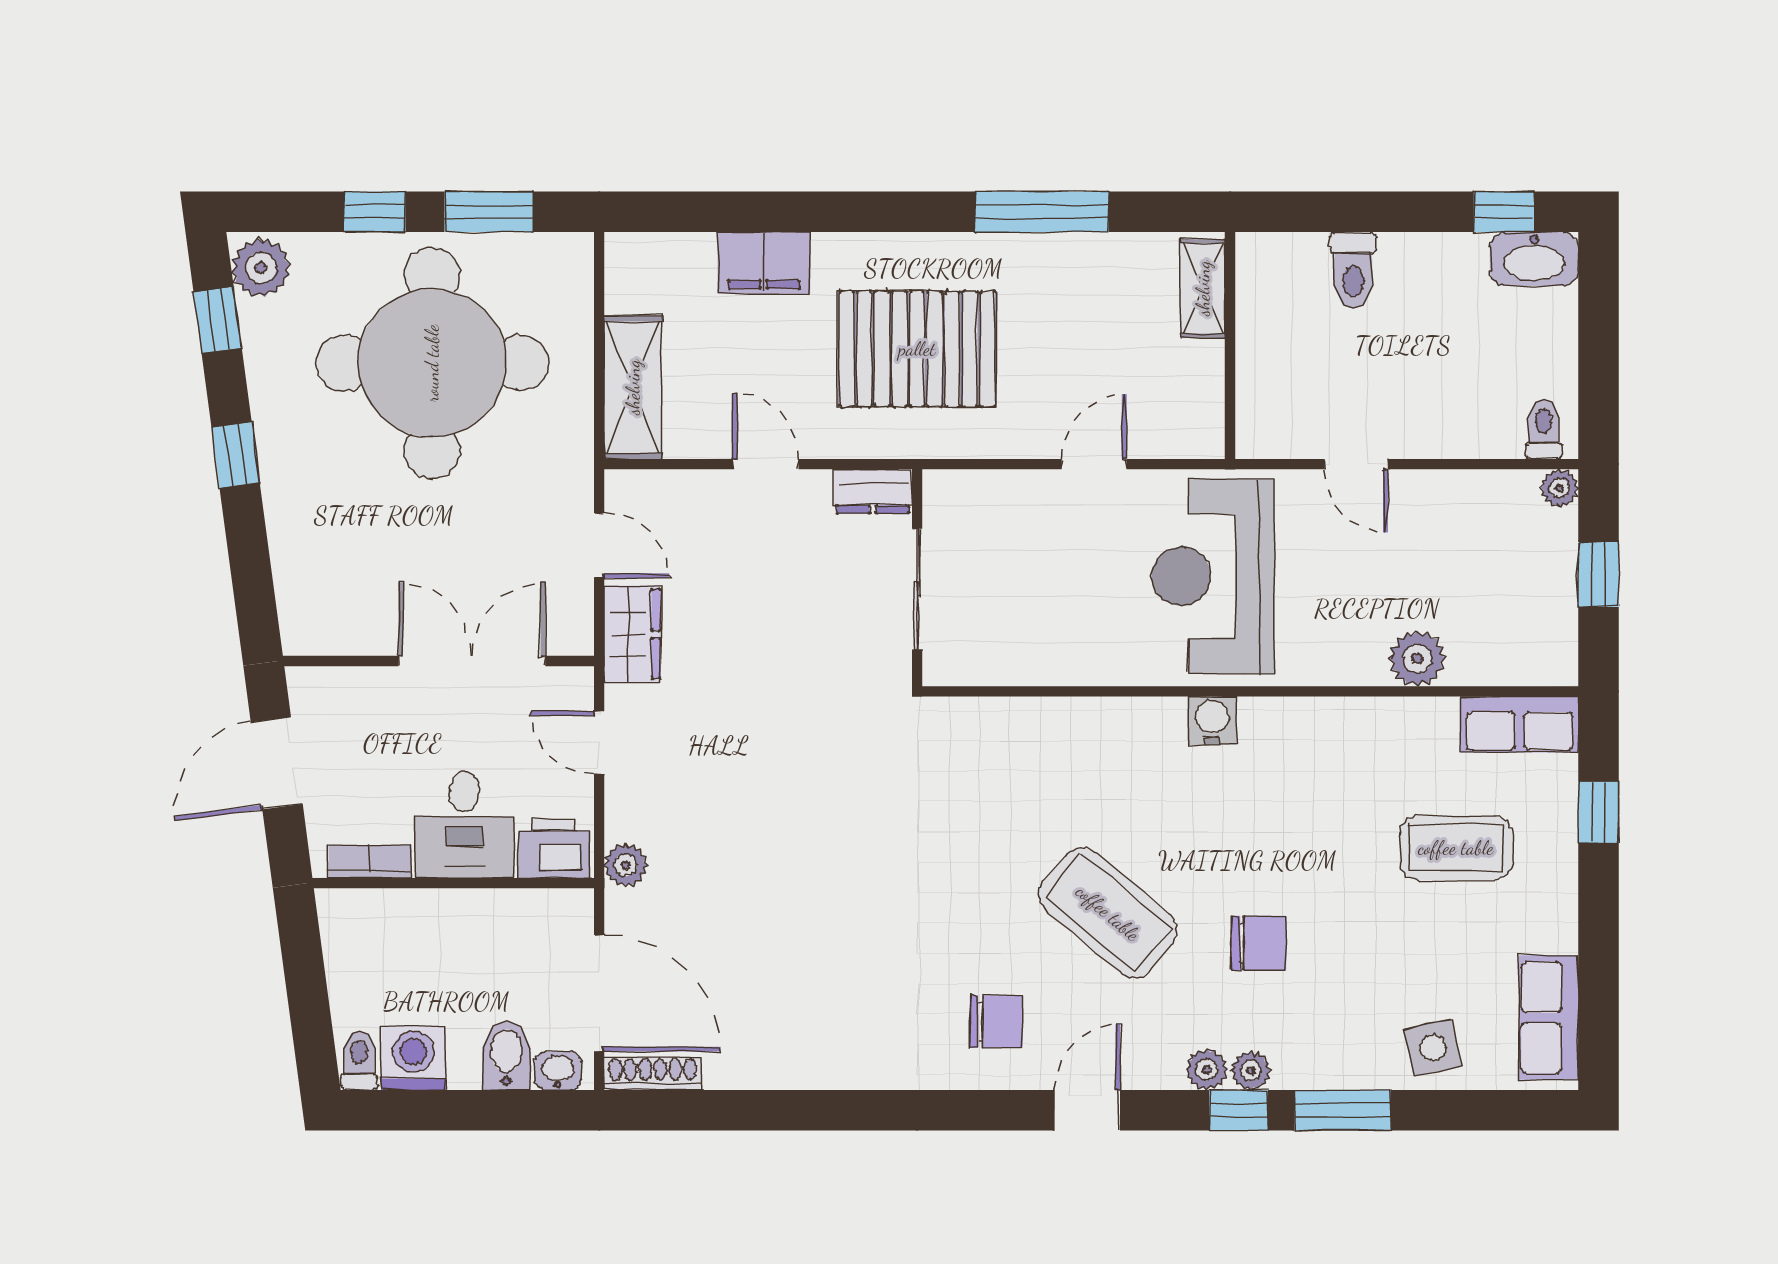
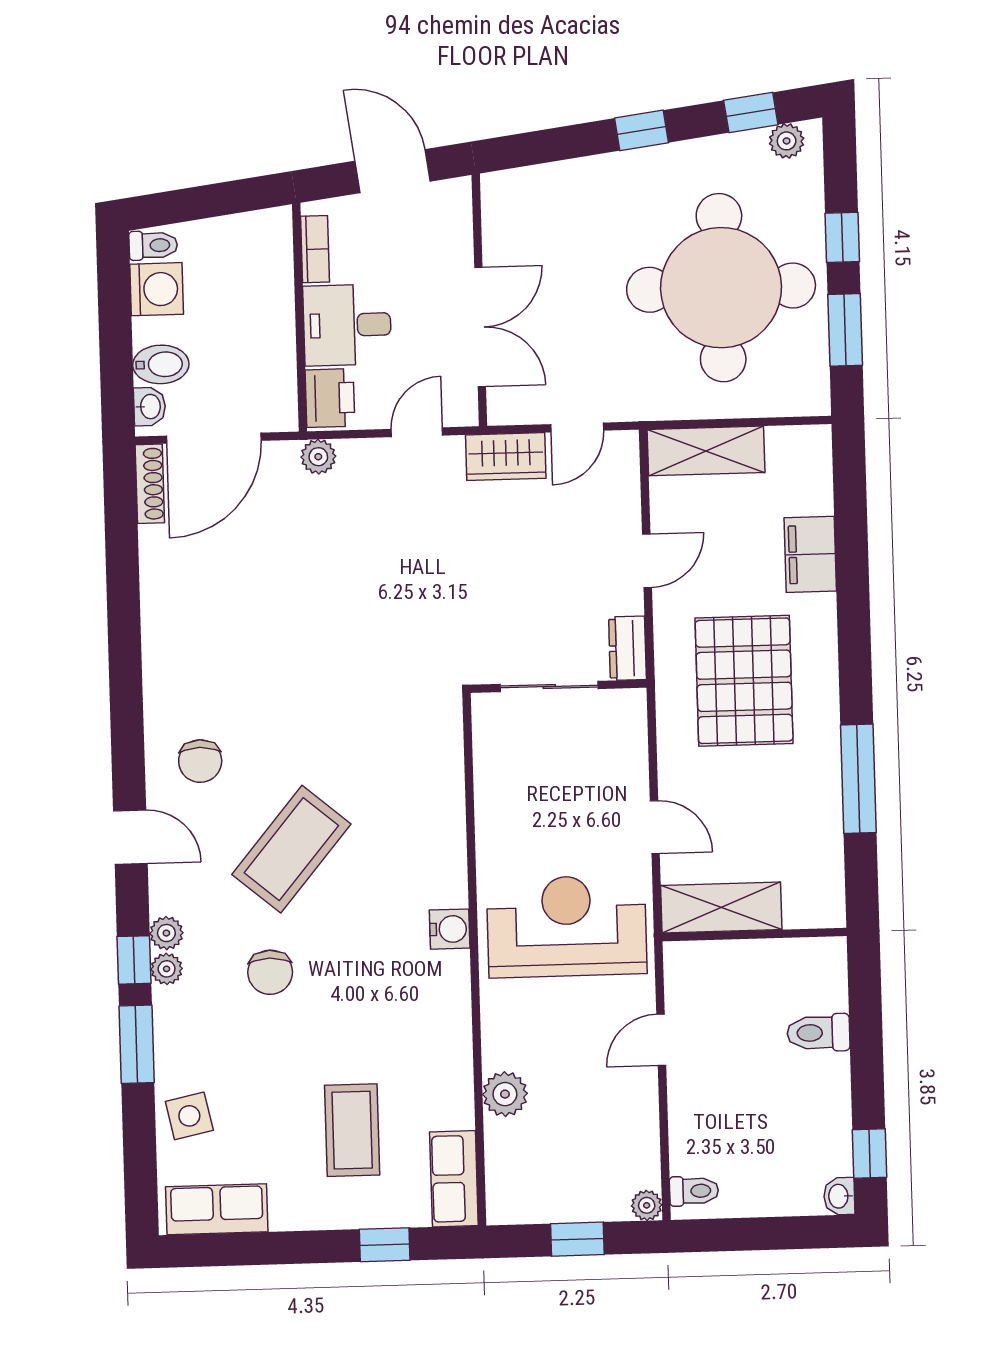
washbasin: (1534, 259) -> (839, 1196), width x0.52, depth x0.69
plant: (261, 268) -> (787, 141), width x0.73, depth x0.73
shelving: (1203, 288) -> (721, 908), moved, width x1.50, depth x1.33

